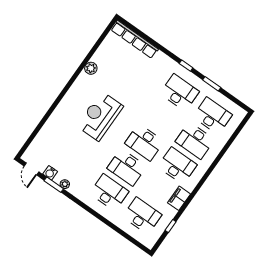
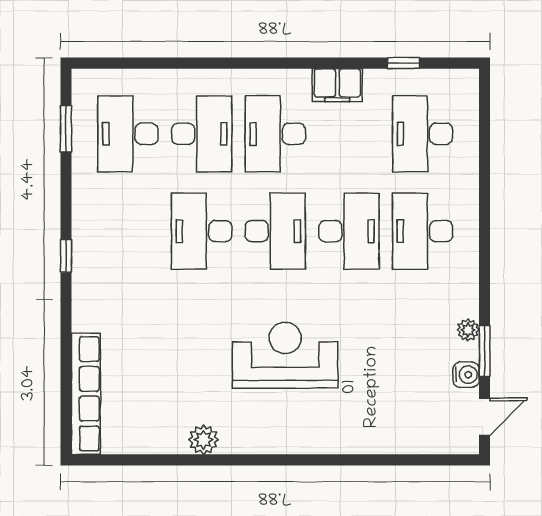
window: (212, 84) -> (66, 129), moved
desk: (180, 93) -> (202, 231), moved
reception desk: (100, 116) -> (285, 355), turned 180

